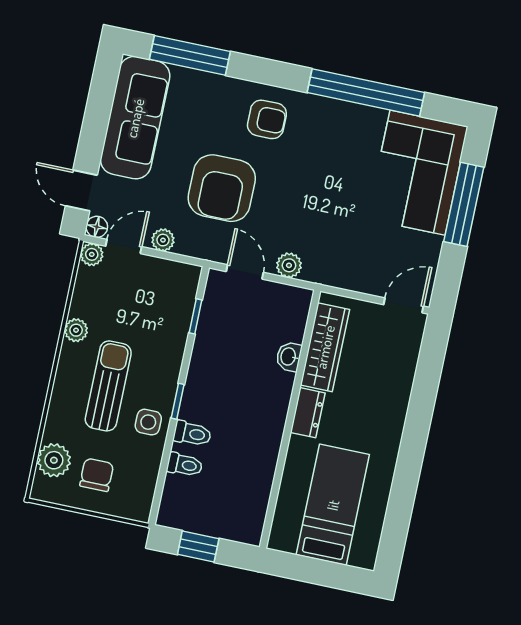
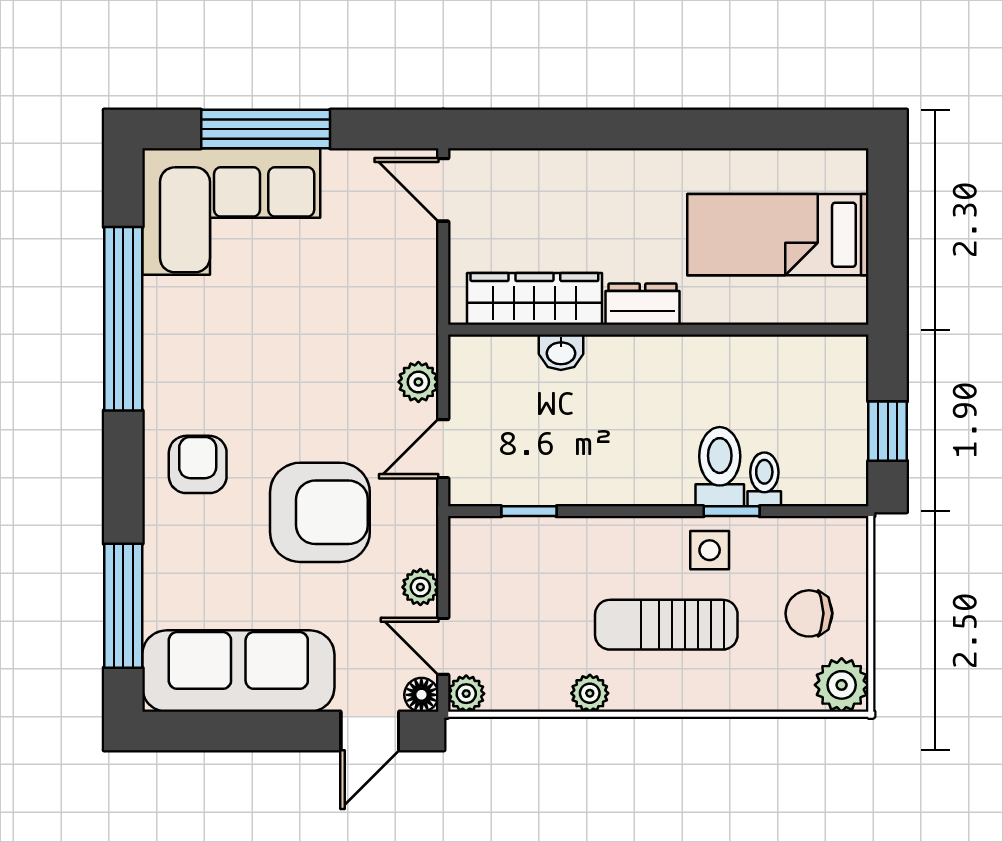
window: (178, 401) -> (732, 511), moved
toilet: (192, 434) -> (720, 467), width x1.37, depth x1.39
plant: (54, 460) -> (842, 685), moved

